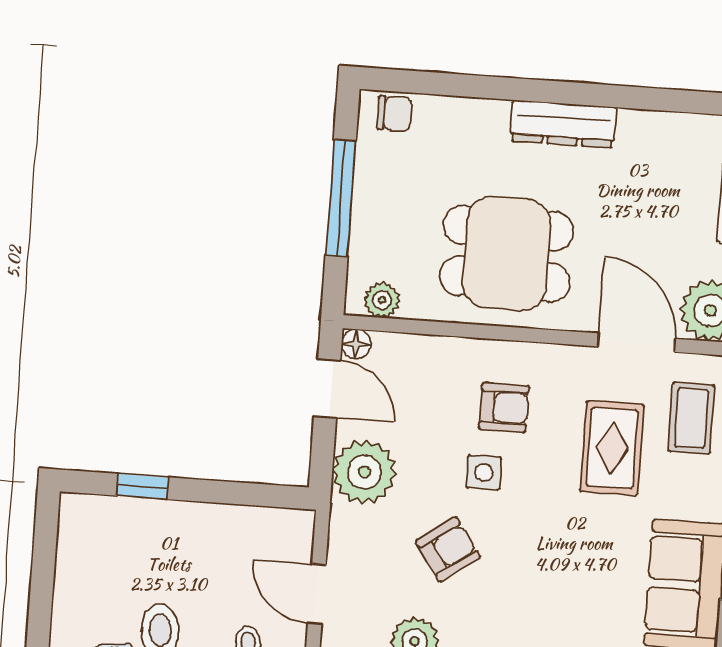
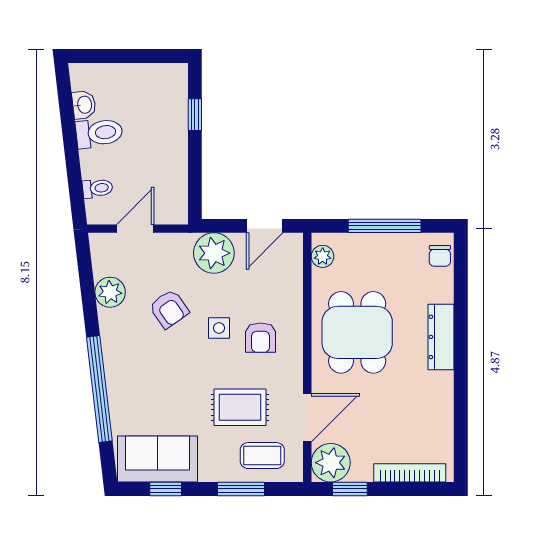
dresser: (563, 124) -> (441, 337), moved
floor lamp: (356, 344) -> (294, 242), removed

